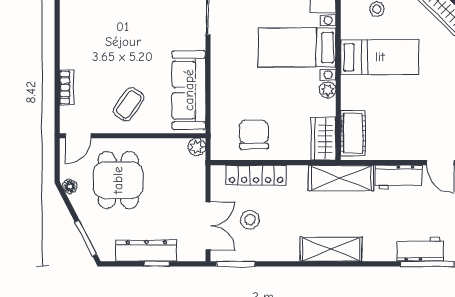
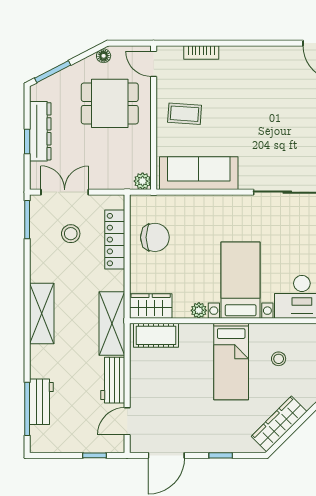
coffee table: (129, 104) -> (185, 114), turned -31
double door: (208, 226) -> (65, 192), swing flipped

